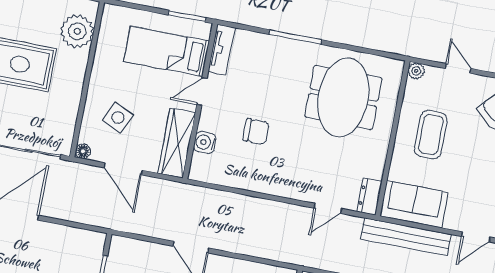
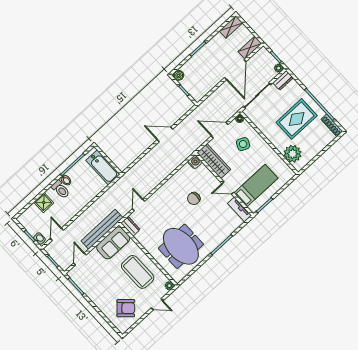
door: (202, 92) -> (228, 188), swing flipped
coffee table: (431, 135) -> (138, 272), width x1.36, depth x1.32
water cooler: (205, 142) -> (195, 162), moved

